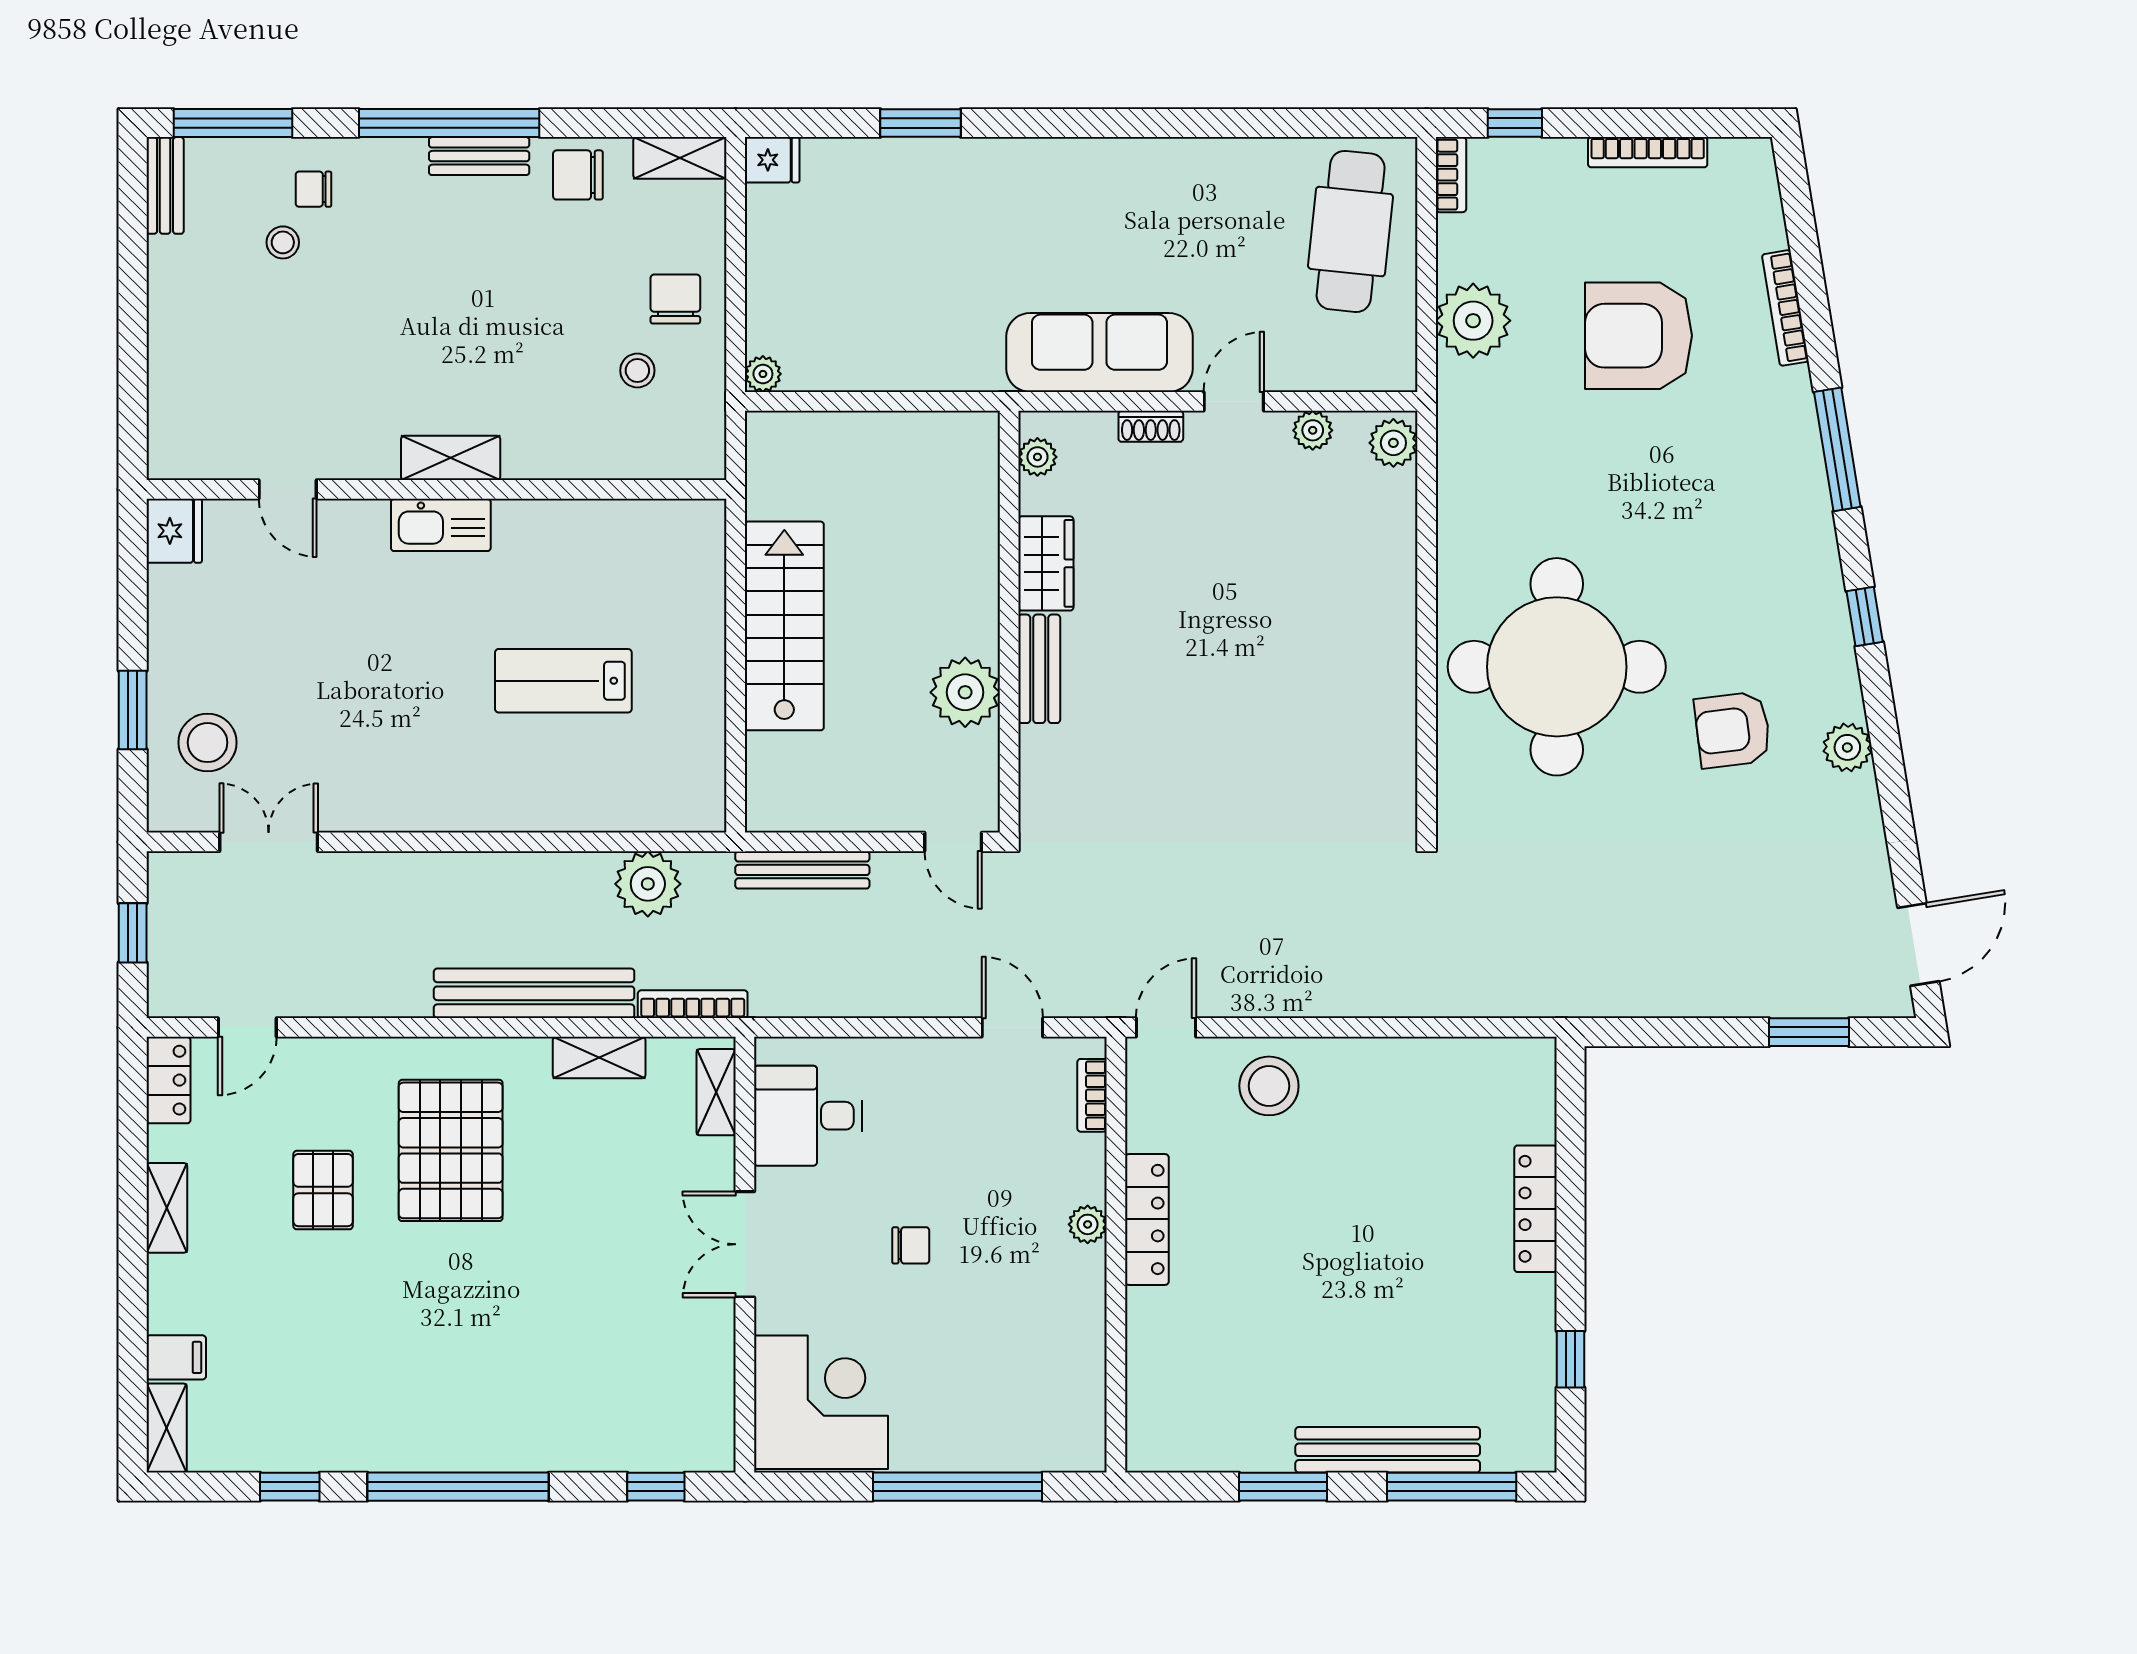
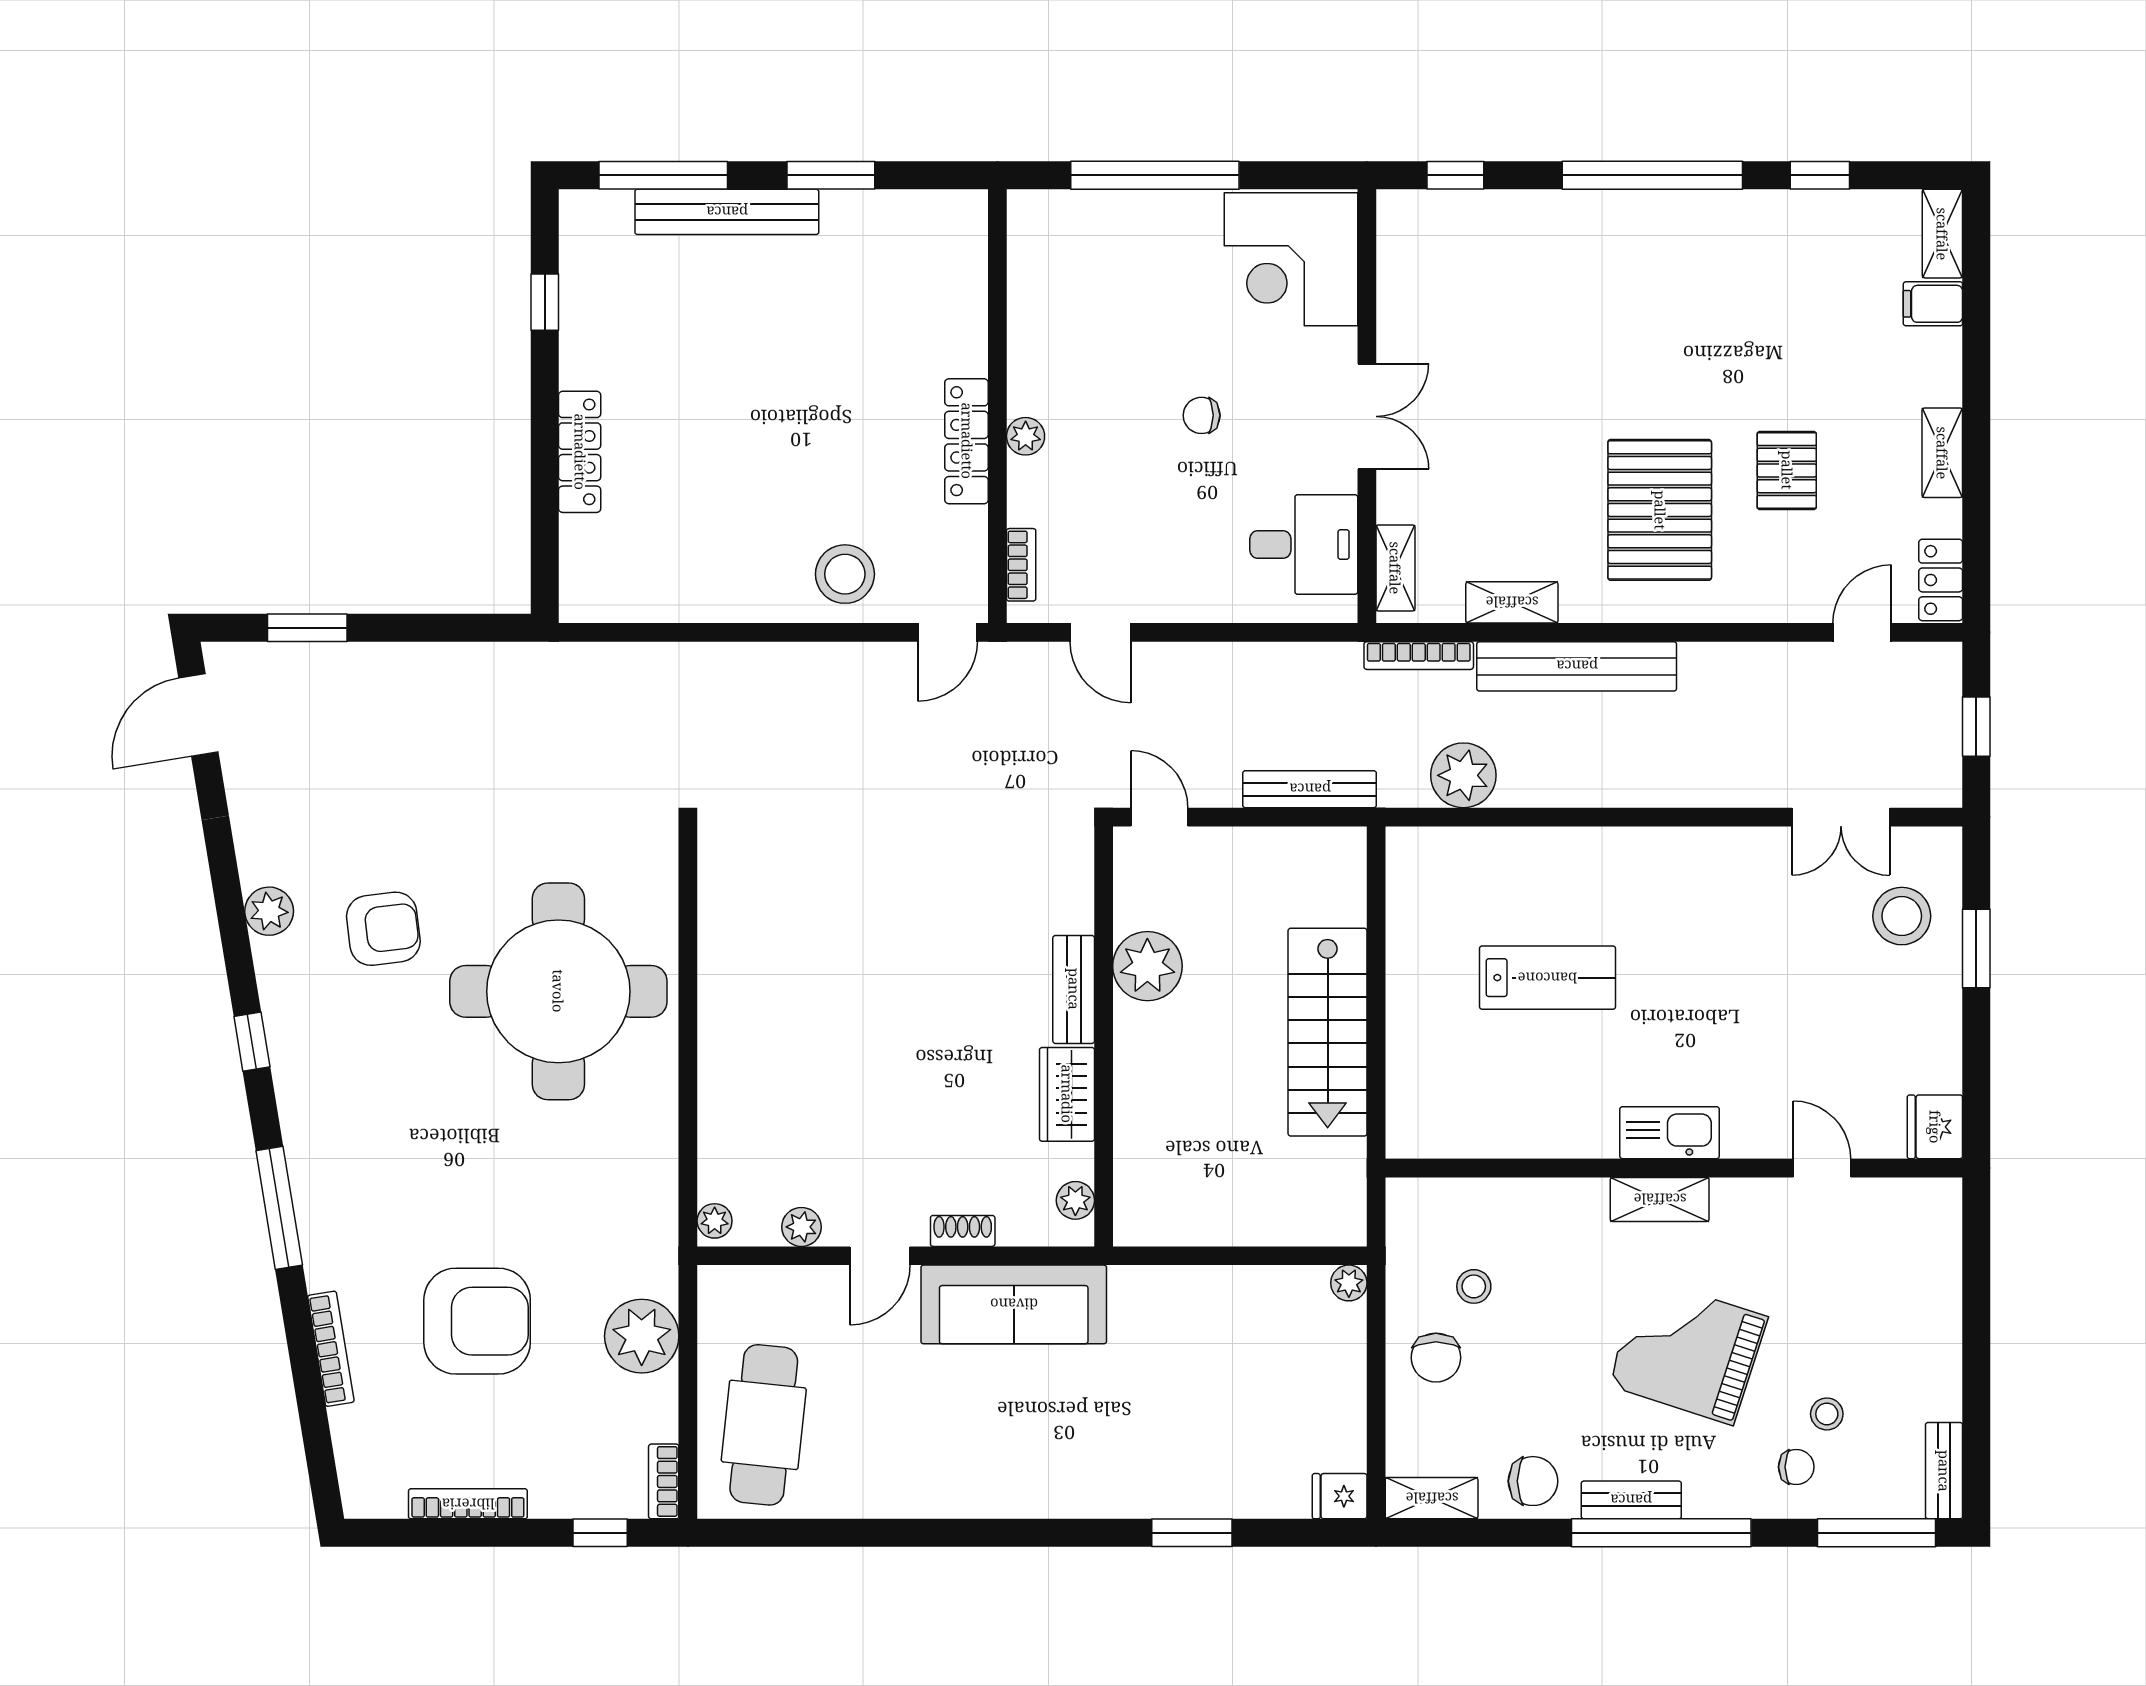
grand piano: (422, 306) -> (1688, 1351), added
plant: (1393, 443) -> (715, 1221), width x0.73, depth x0.73

